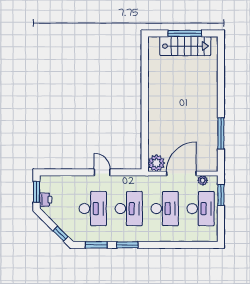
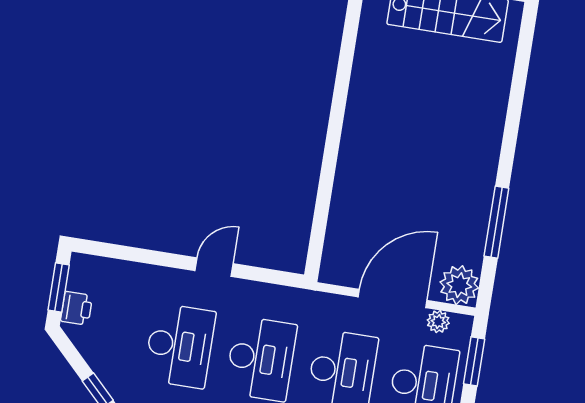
plant: (156, 163) -> (459, 285), moved
door: (102, 172) -> (214, 267), hinge flipped

